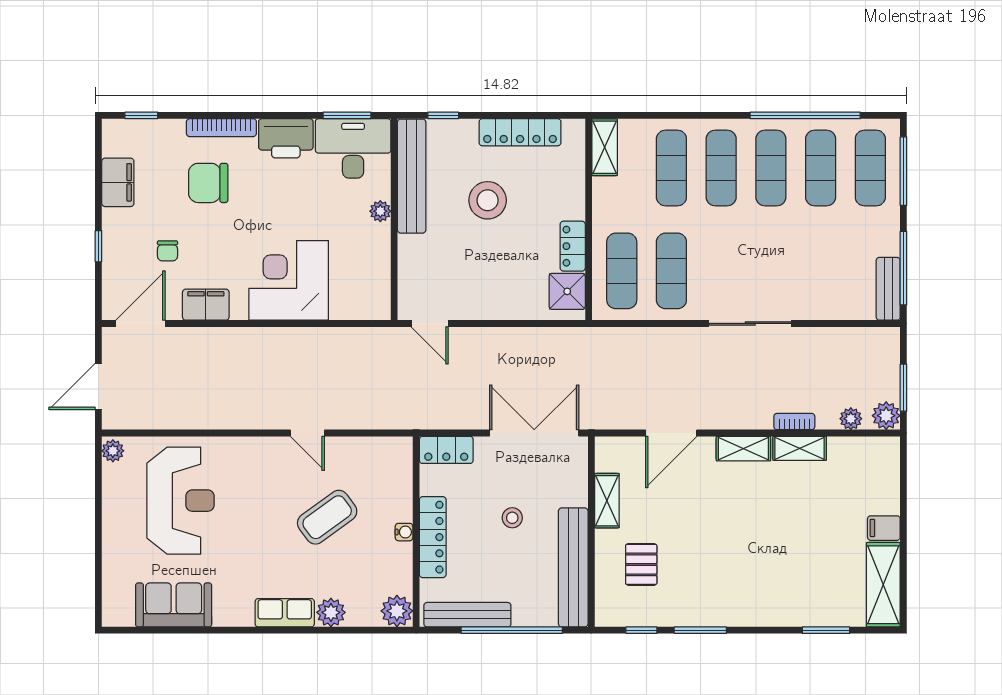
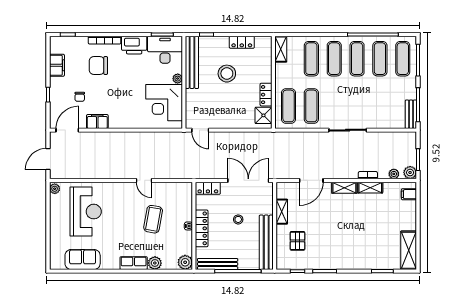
locker: (520, 132) -> (242, 42), width x0.66
corner desk: (289, 280) -> (164, 103), moved, turned -90
coffee table: (327, 517) -> (153, 219), turned -44
filing cabinet: (884, 528) -> (409, 194), moved

